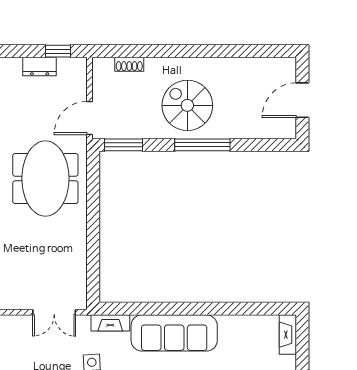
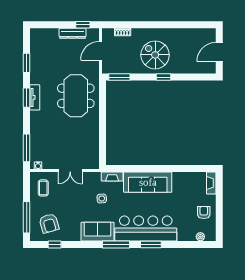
dresser: (40, 67) -> (73, 33), width x1.44
door: (90, 118) -> (100, 51), moved
window: (202, 145) -> (164, 77), width x0.46
double door: (54, 312) -> (70, 171), moved

